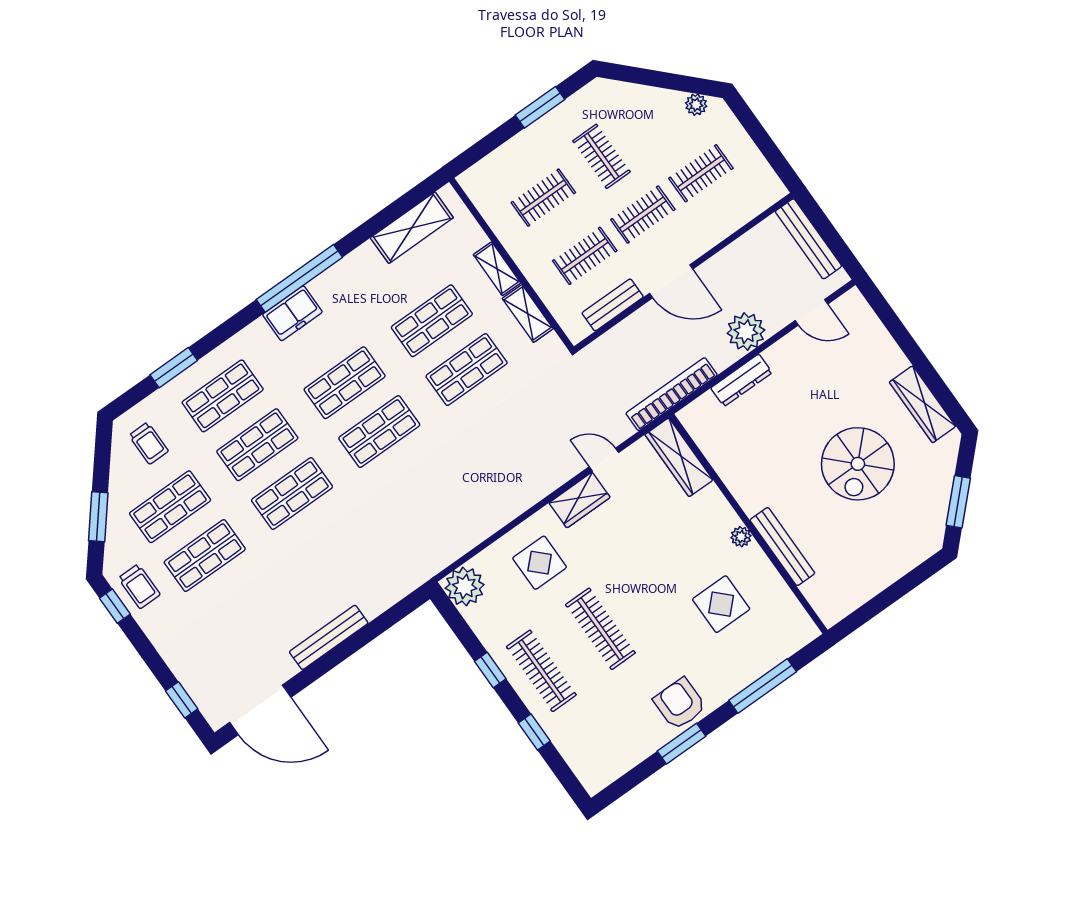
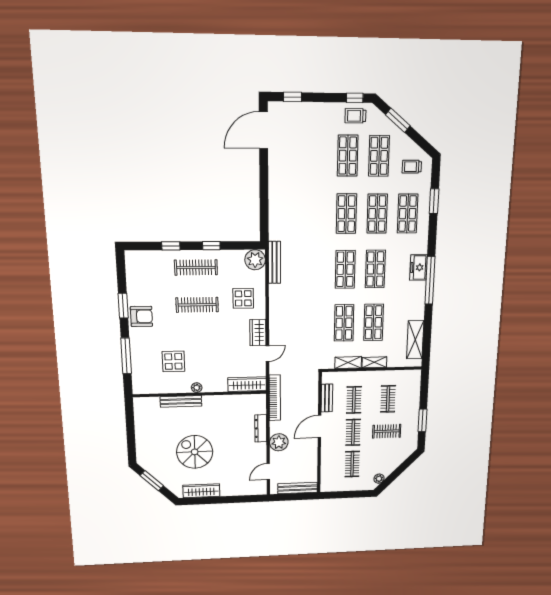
bench: (329, 637) -> (274, 262), moved

